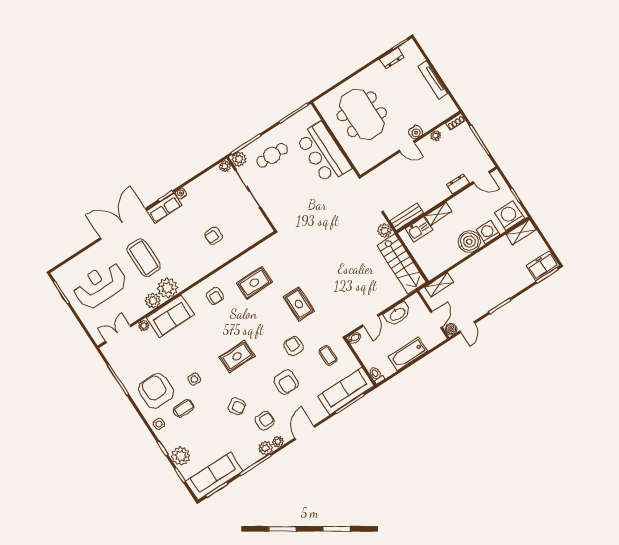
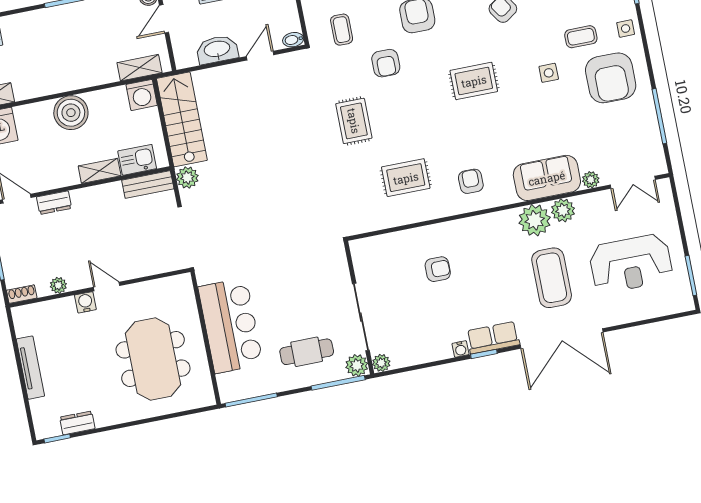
washing machine: (488, 232) -> (142, 95), moved

